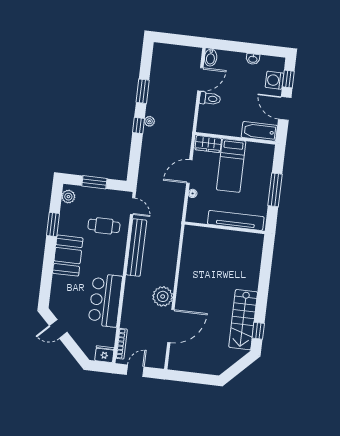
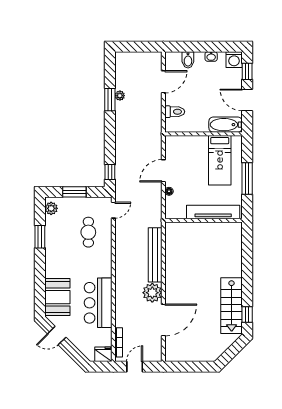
bidet: (211, 58) -> (188, 60), moved
washing machine: (274, 80) -> (234, 60), moved, turned -90
toilet: (210, 99) -> (175, 112), moved
plant: (149, 121) -> (120, 96), moved
window: (139, 125) -> (110, 172), moved
wardrobe: (208, 144) -> (178, 142), removed
bed: (231, 165) -> (220, 160), moved
door: (133, 206) -> (113, 210), hinge flipped
cafe table: (104, 226) -> (88, 232), turned 90
bench: (136, 247) -> (155, 255), moved
booth: (68, 256) -> (57, 297), moved

